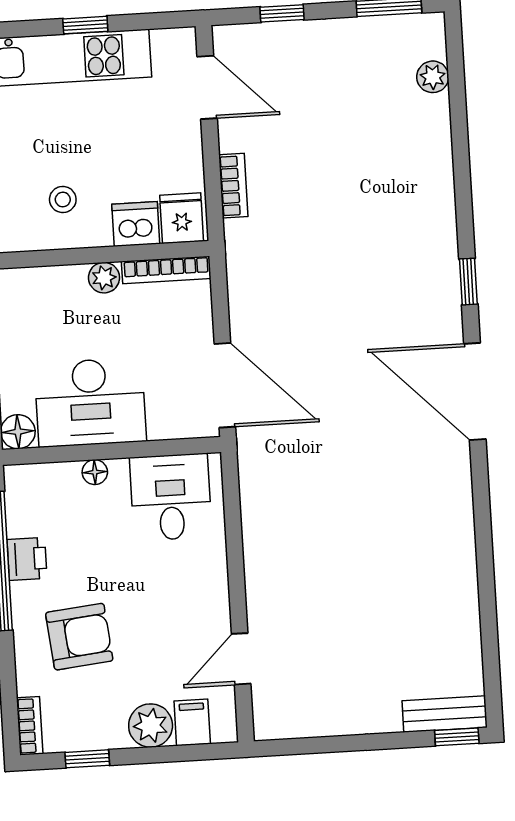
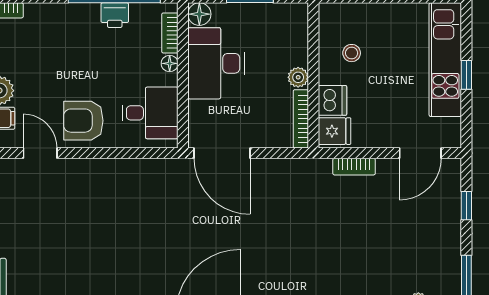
door: (225, 385) -> (222, 153), hinge flipped
bookcase: (49, 474) -> (170, 33), added
armchair: (79, 637) -> (83, 121), moved, turned 96

